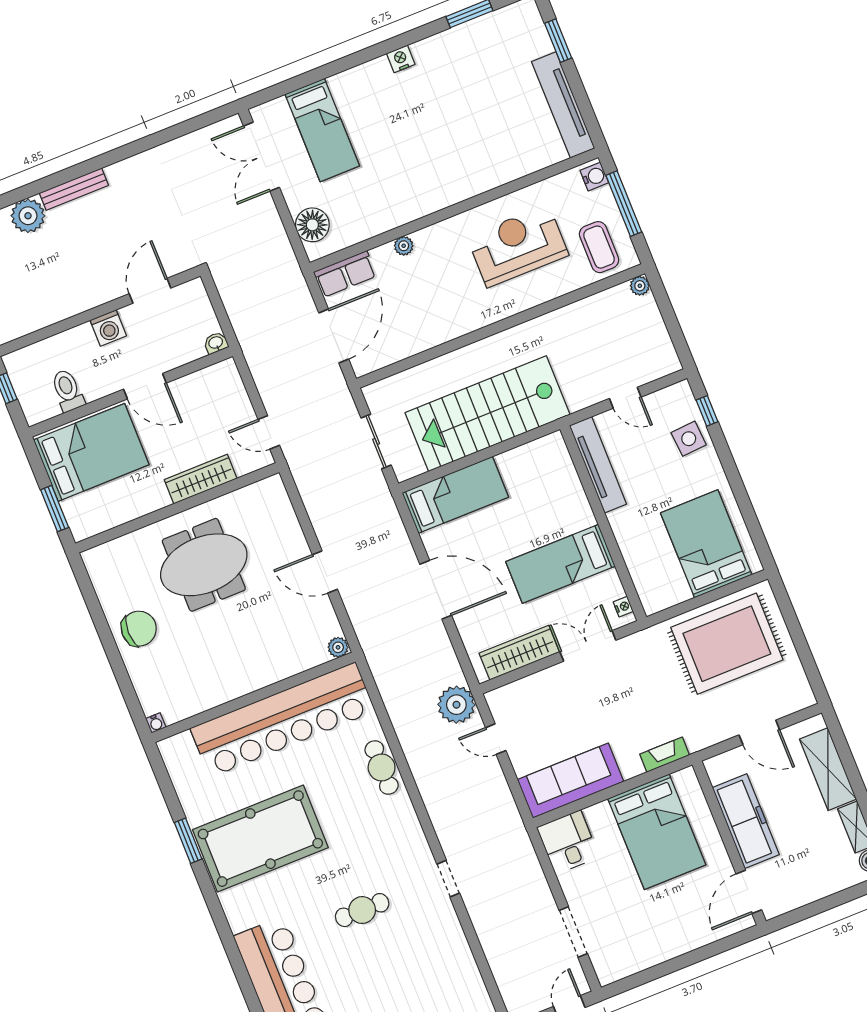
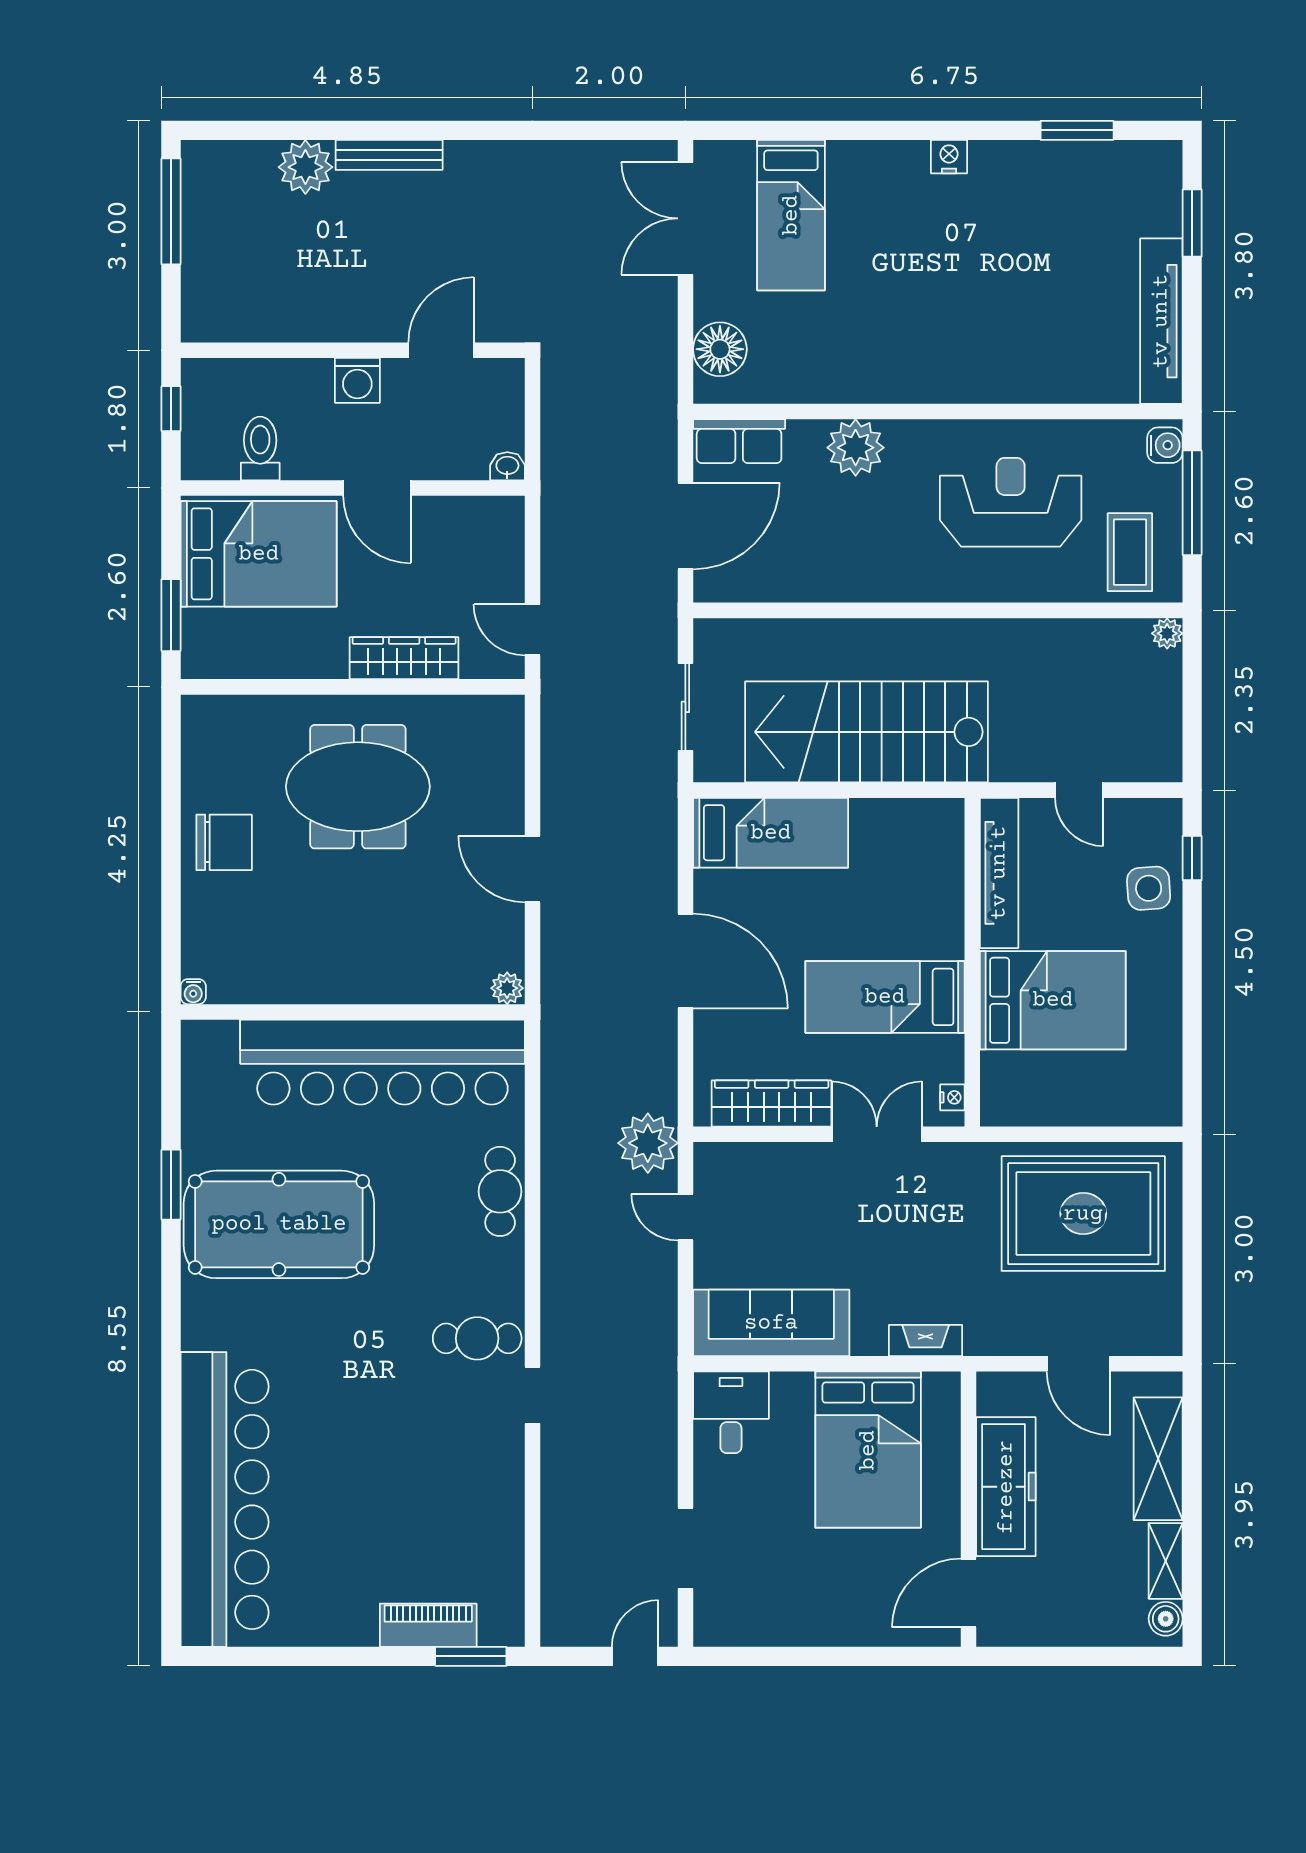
plant: (404, 246) -> (856, 448), width x1.87, depth x1.87
bed: (706, 544) -> (1053, 1000), moved, turned 90
cafe table: (362, 910) -> (477, 1338), moved

